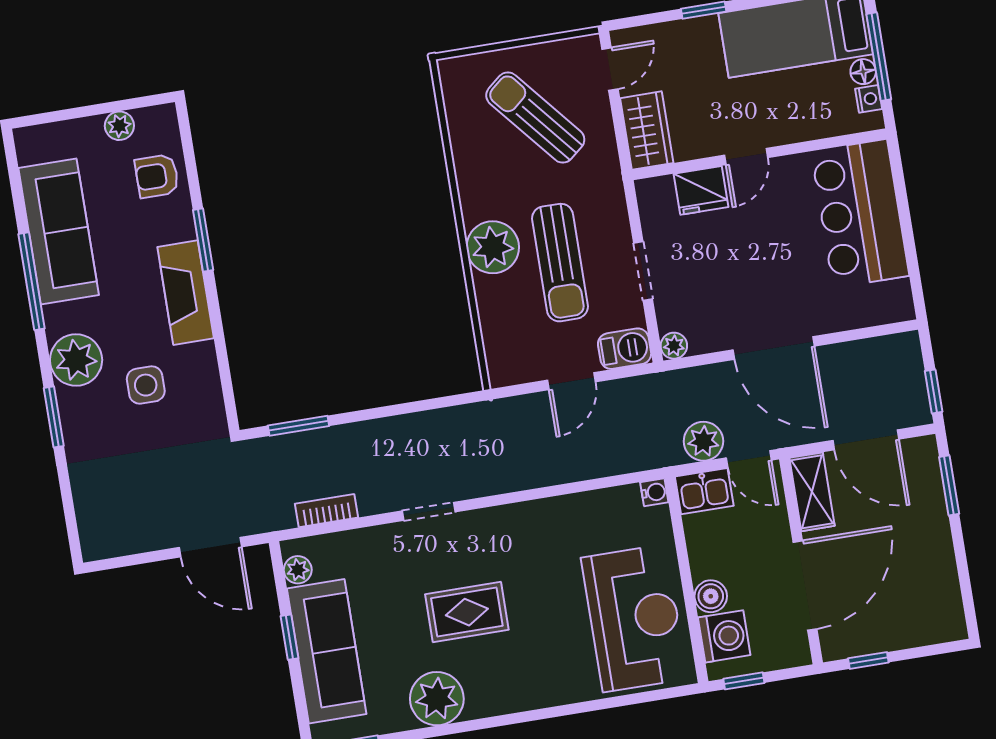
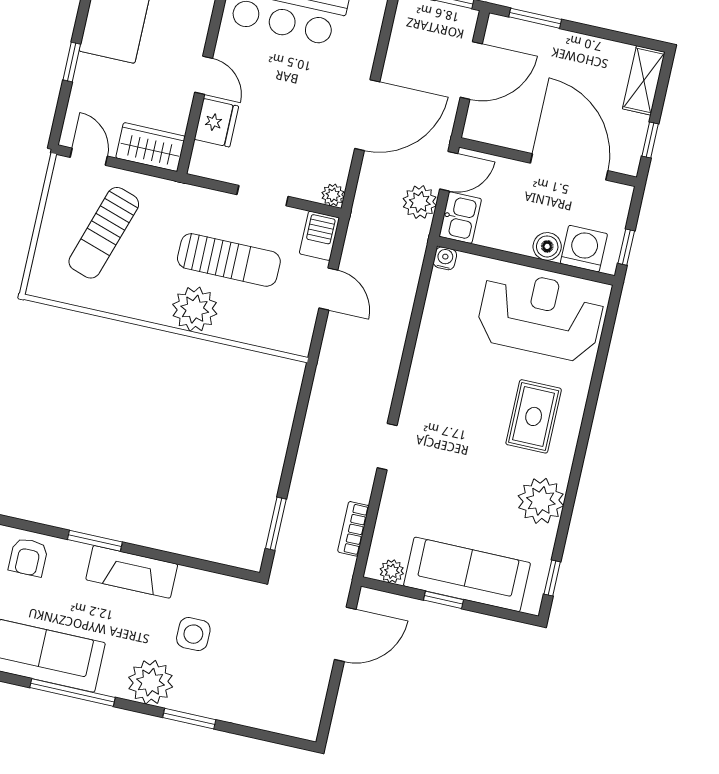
sun lounger: (535, 118) -> (104, 233), turned -32
shelving: (812, 492) -> (644, 80), moved, turned 90
rug: (467, 612) -> (534, 416), moved

